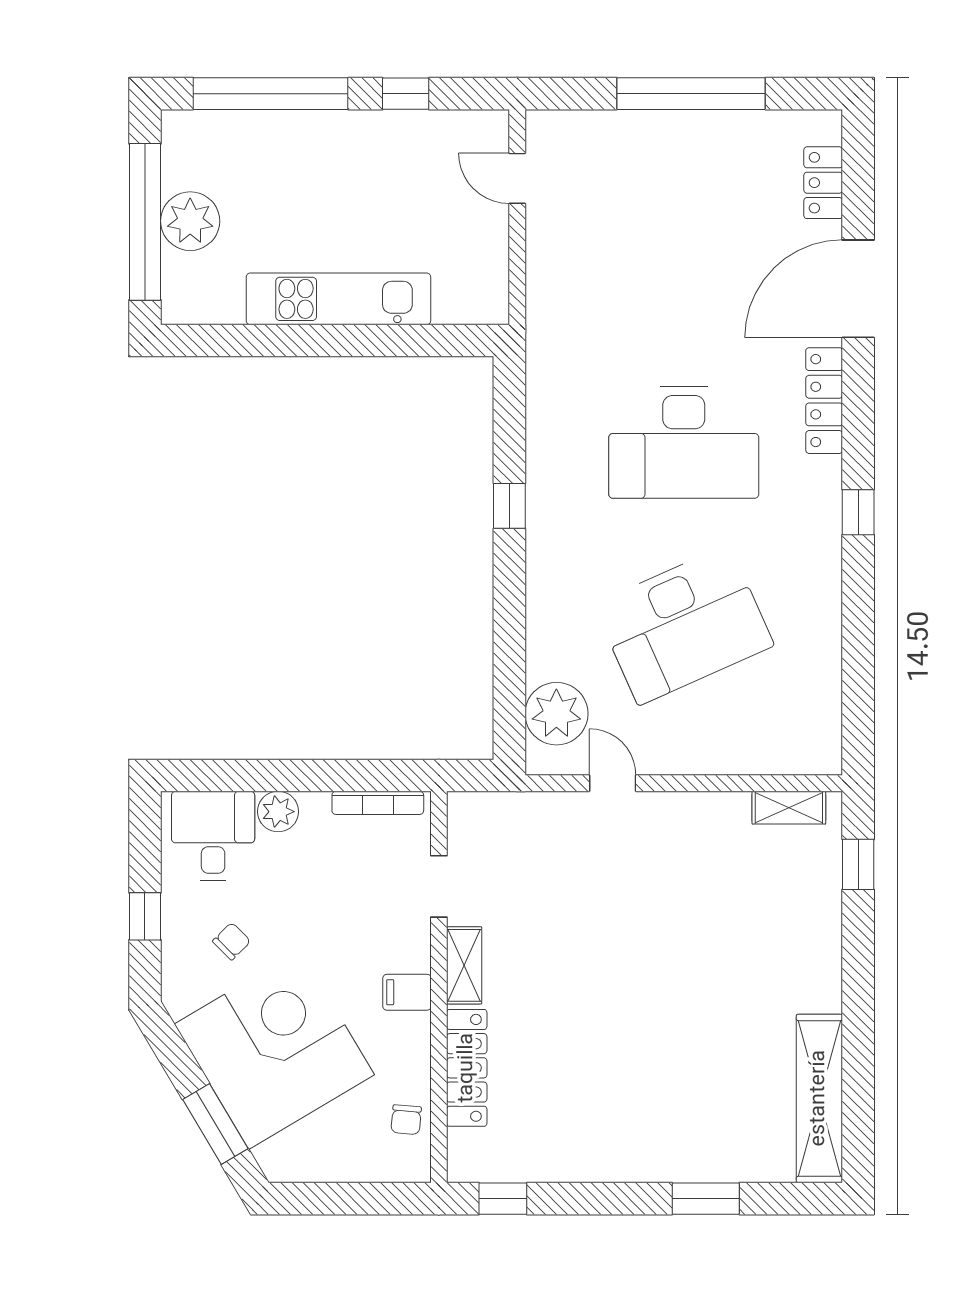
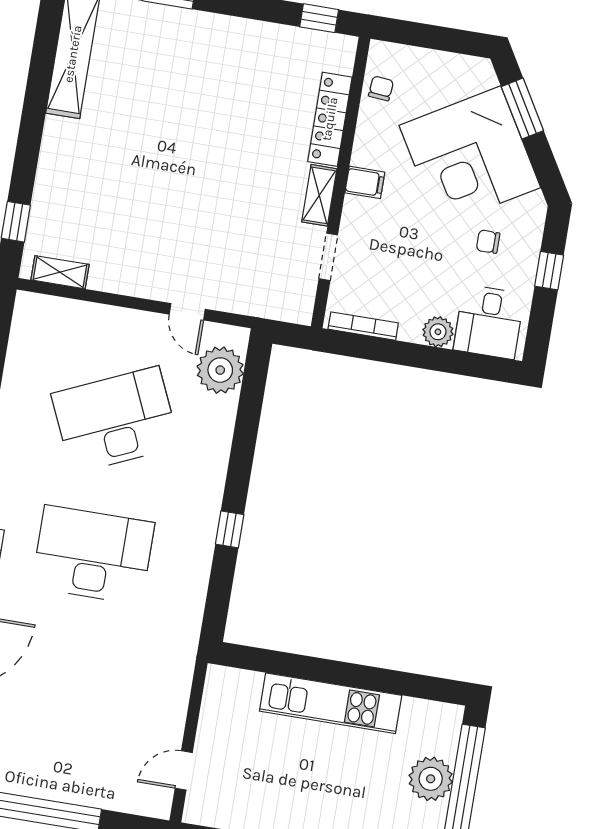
door: (517, 178) -> (184, 770), swing flipped
chair: (232, 941) -> (488, 242), turned 45

